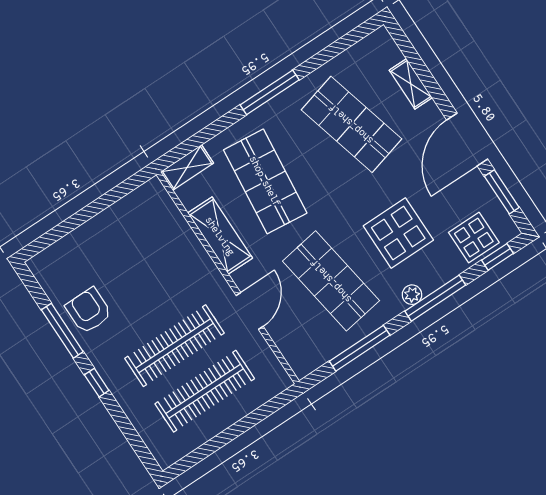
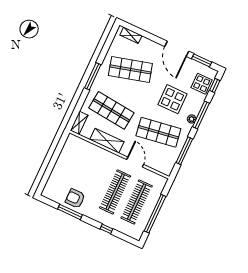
shelving: (411, 84) -> (131, 35), moved
window: (97, 383) -> (106, 229), moved
window: (227, 436) -> (155, 214), added

